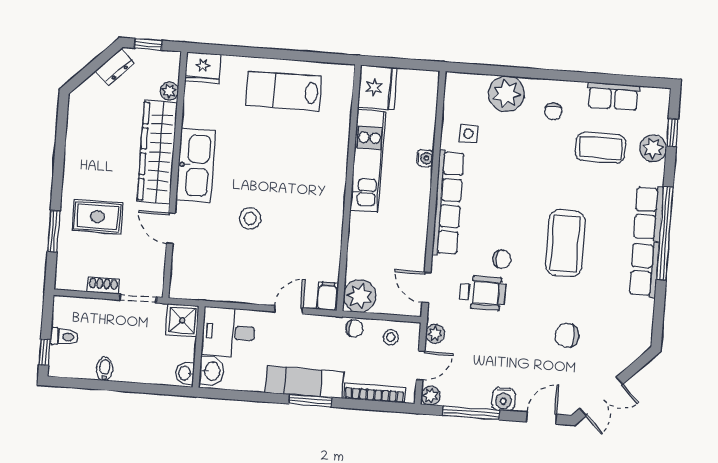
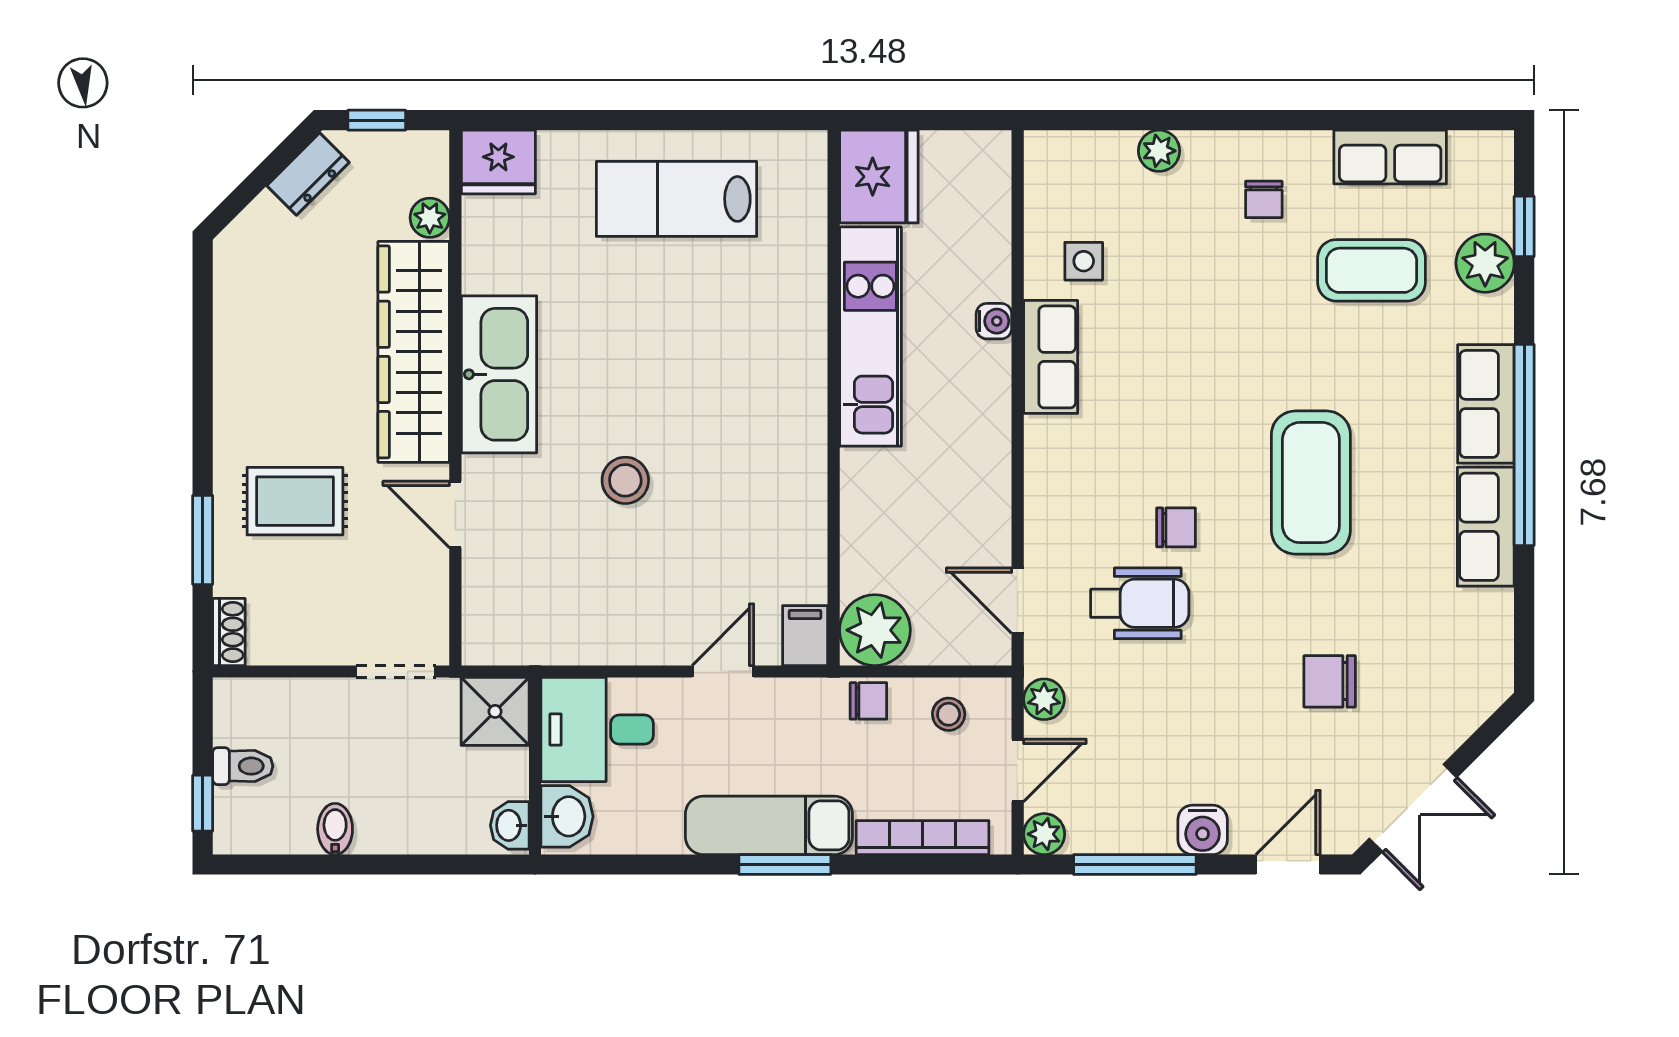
plant: (506, 94) -> (1159, 151), width x0.53, depth x0.53
row of seats: (448, 203) -> (1051, 357), width x0.50
shoe rack: (103, 286) -> (229, 632), moved, turned 90

